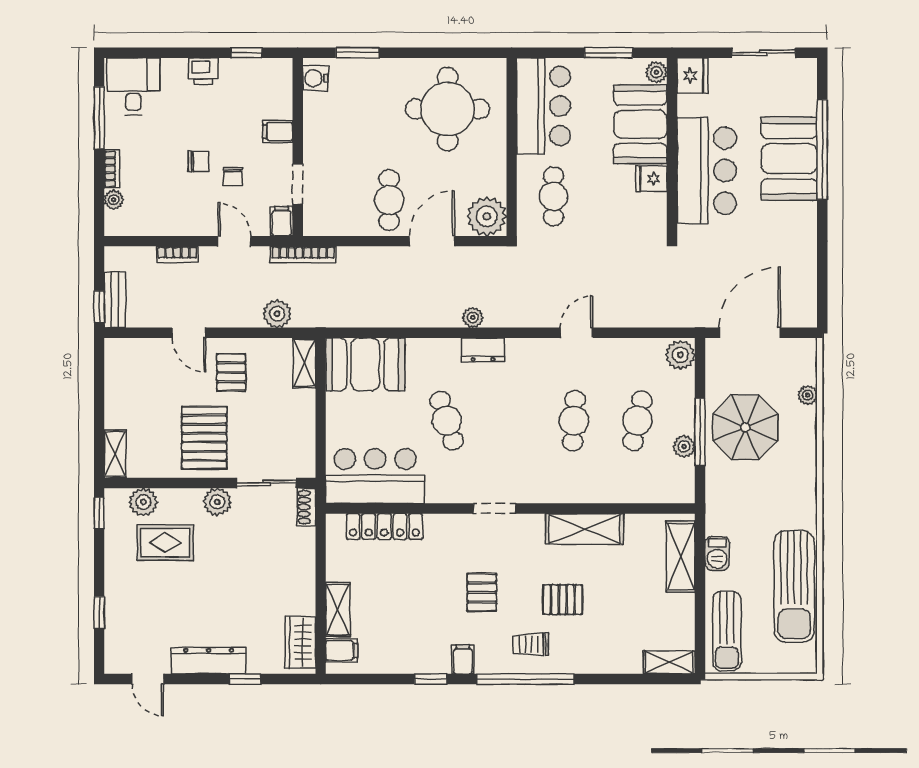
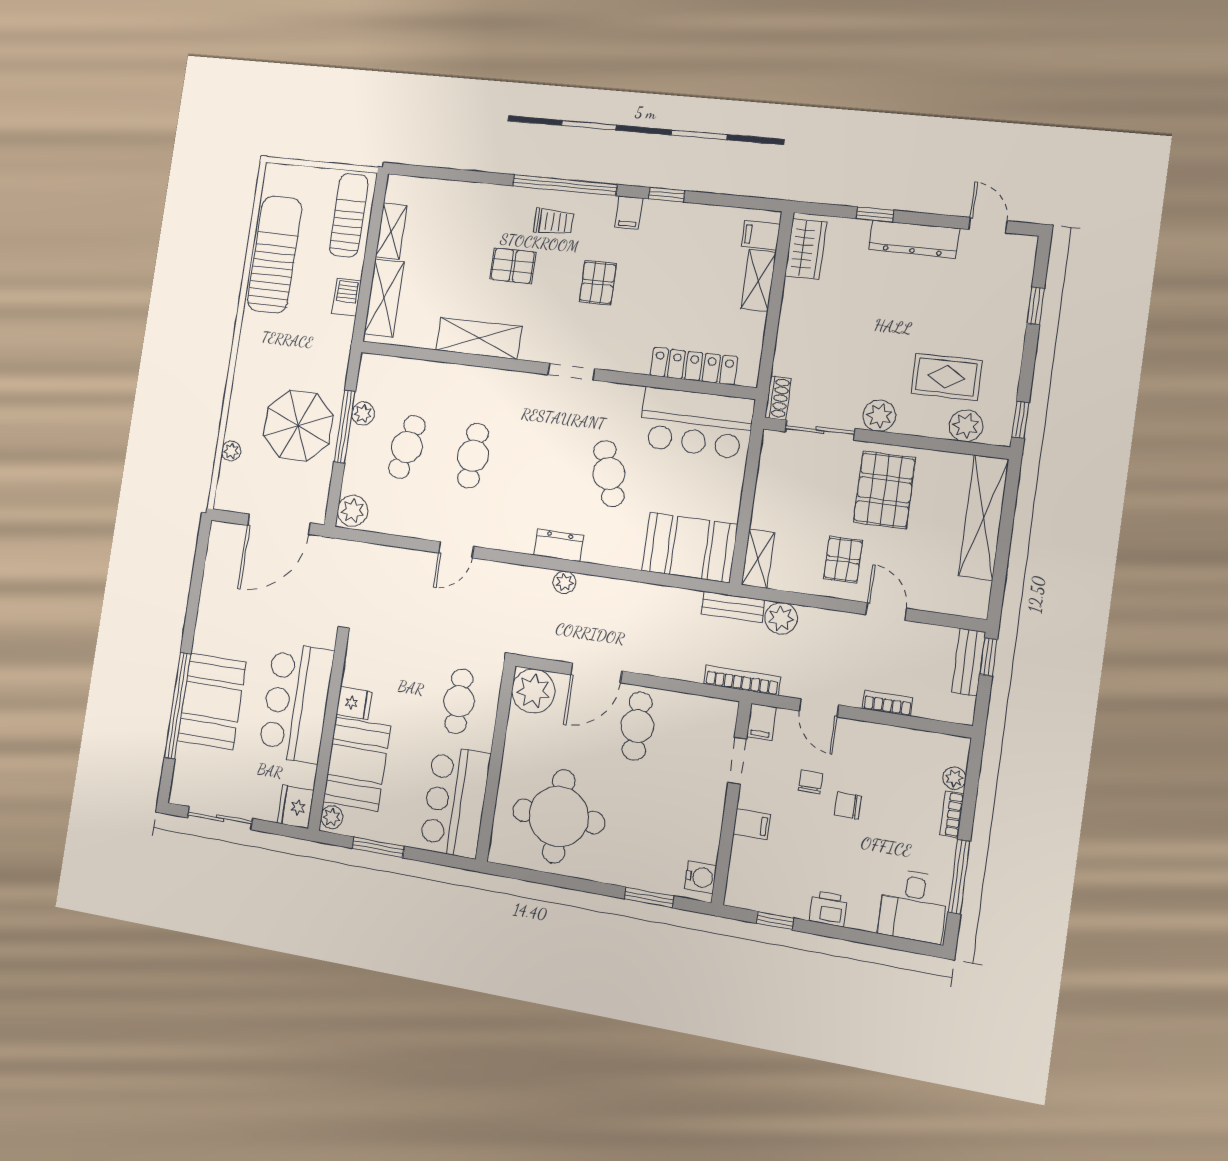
bench: (320, 317) -> (733, 607), added
shelving: (115, 454) -> (983, 517), width x2.20, depth x1.33
shelving: (669, 662) -> (391, 231), moved, turned 90

